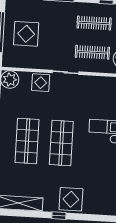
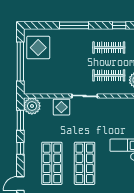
display table: (26, 34) -> (38, 48), moved

